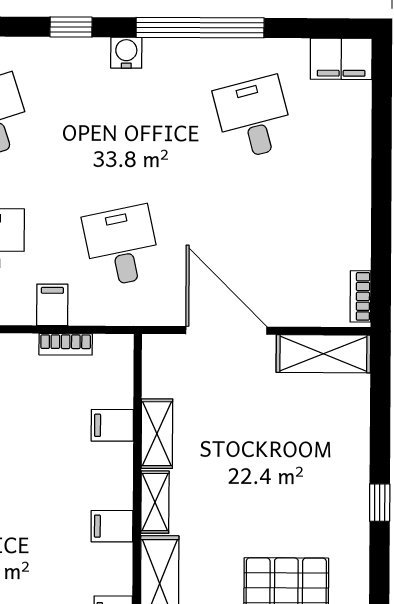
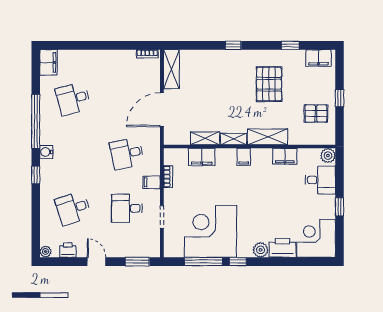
filing cabinet: (112, 425) -> (202, 157), width x2.00

